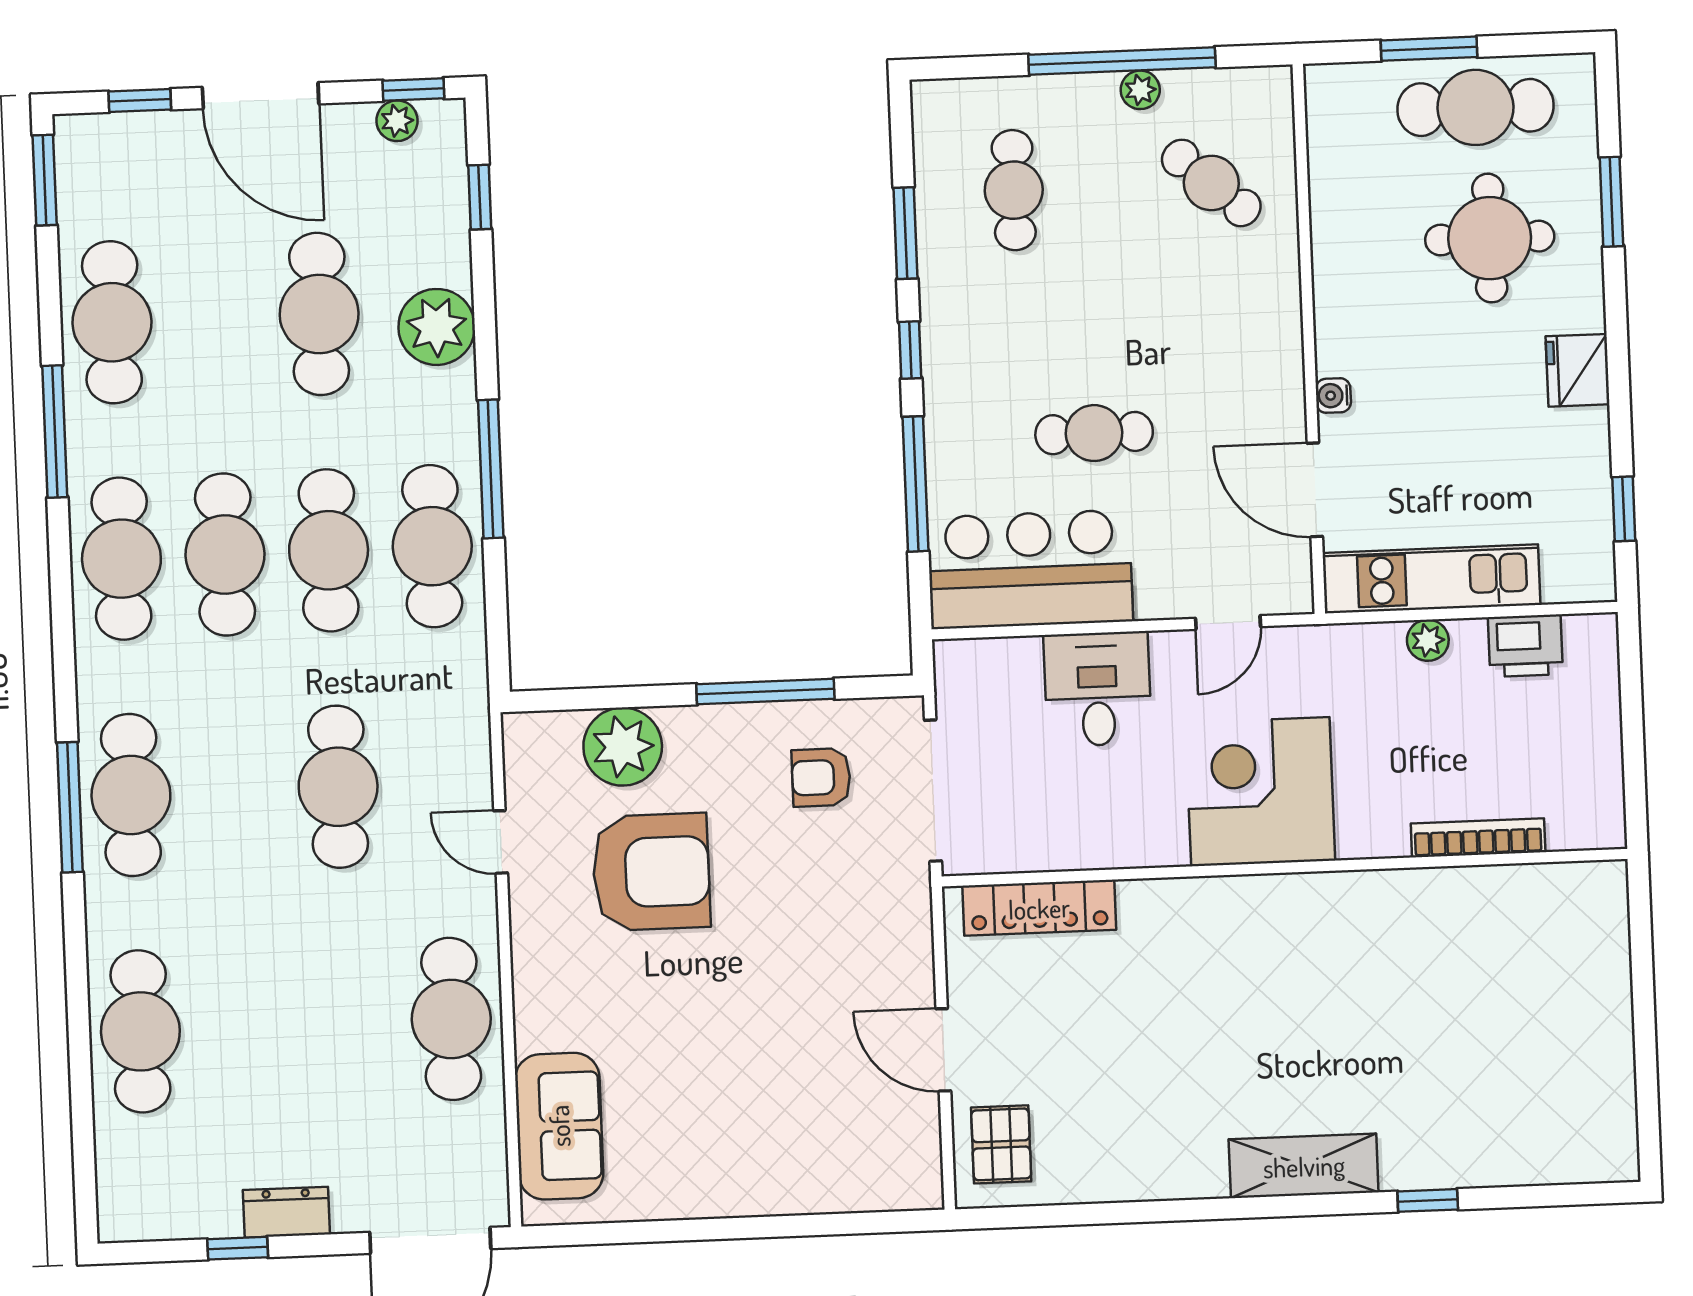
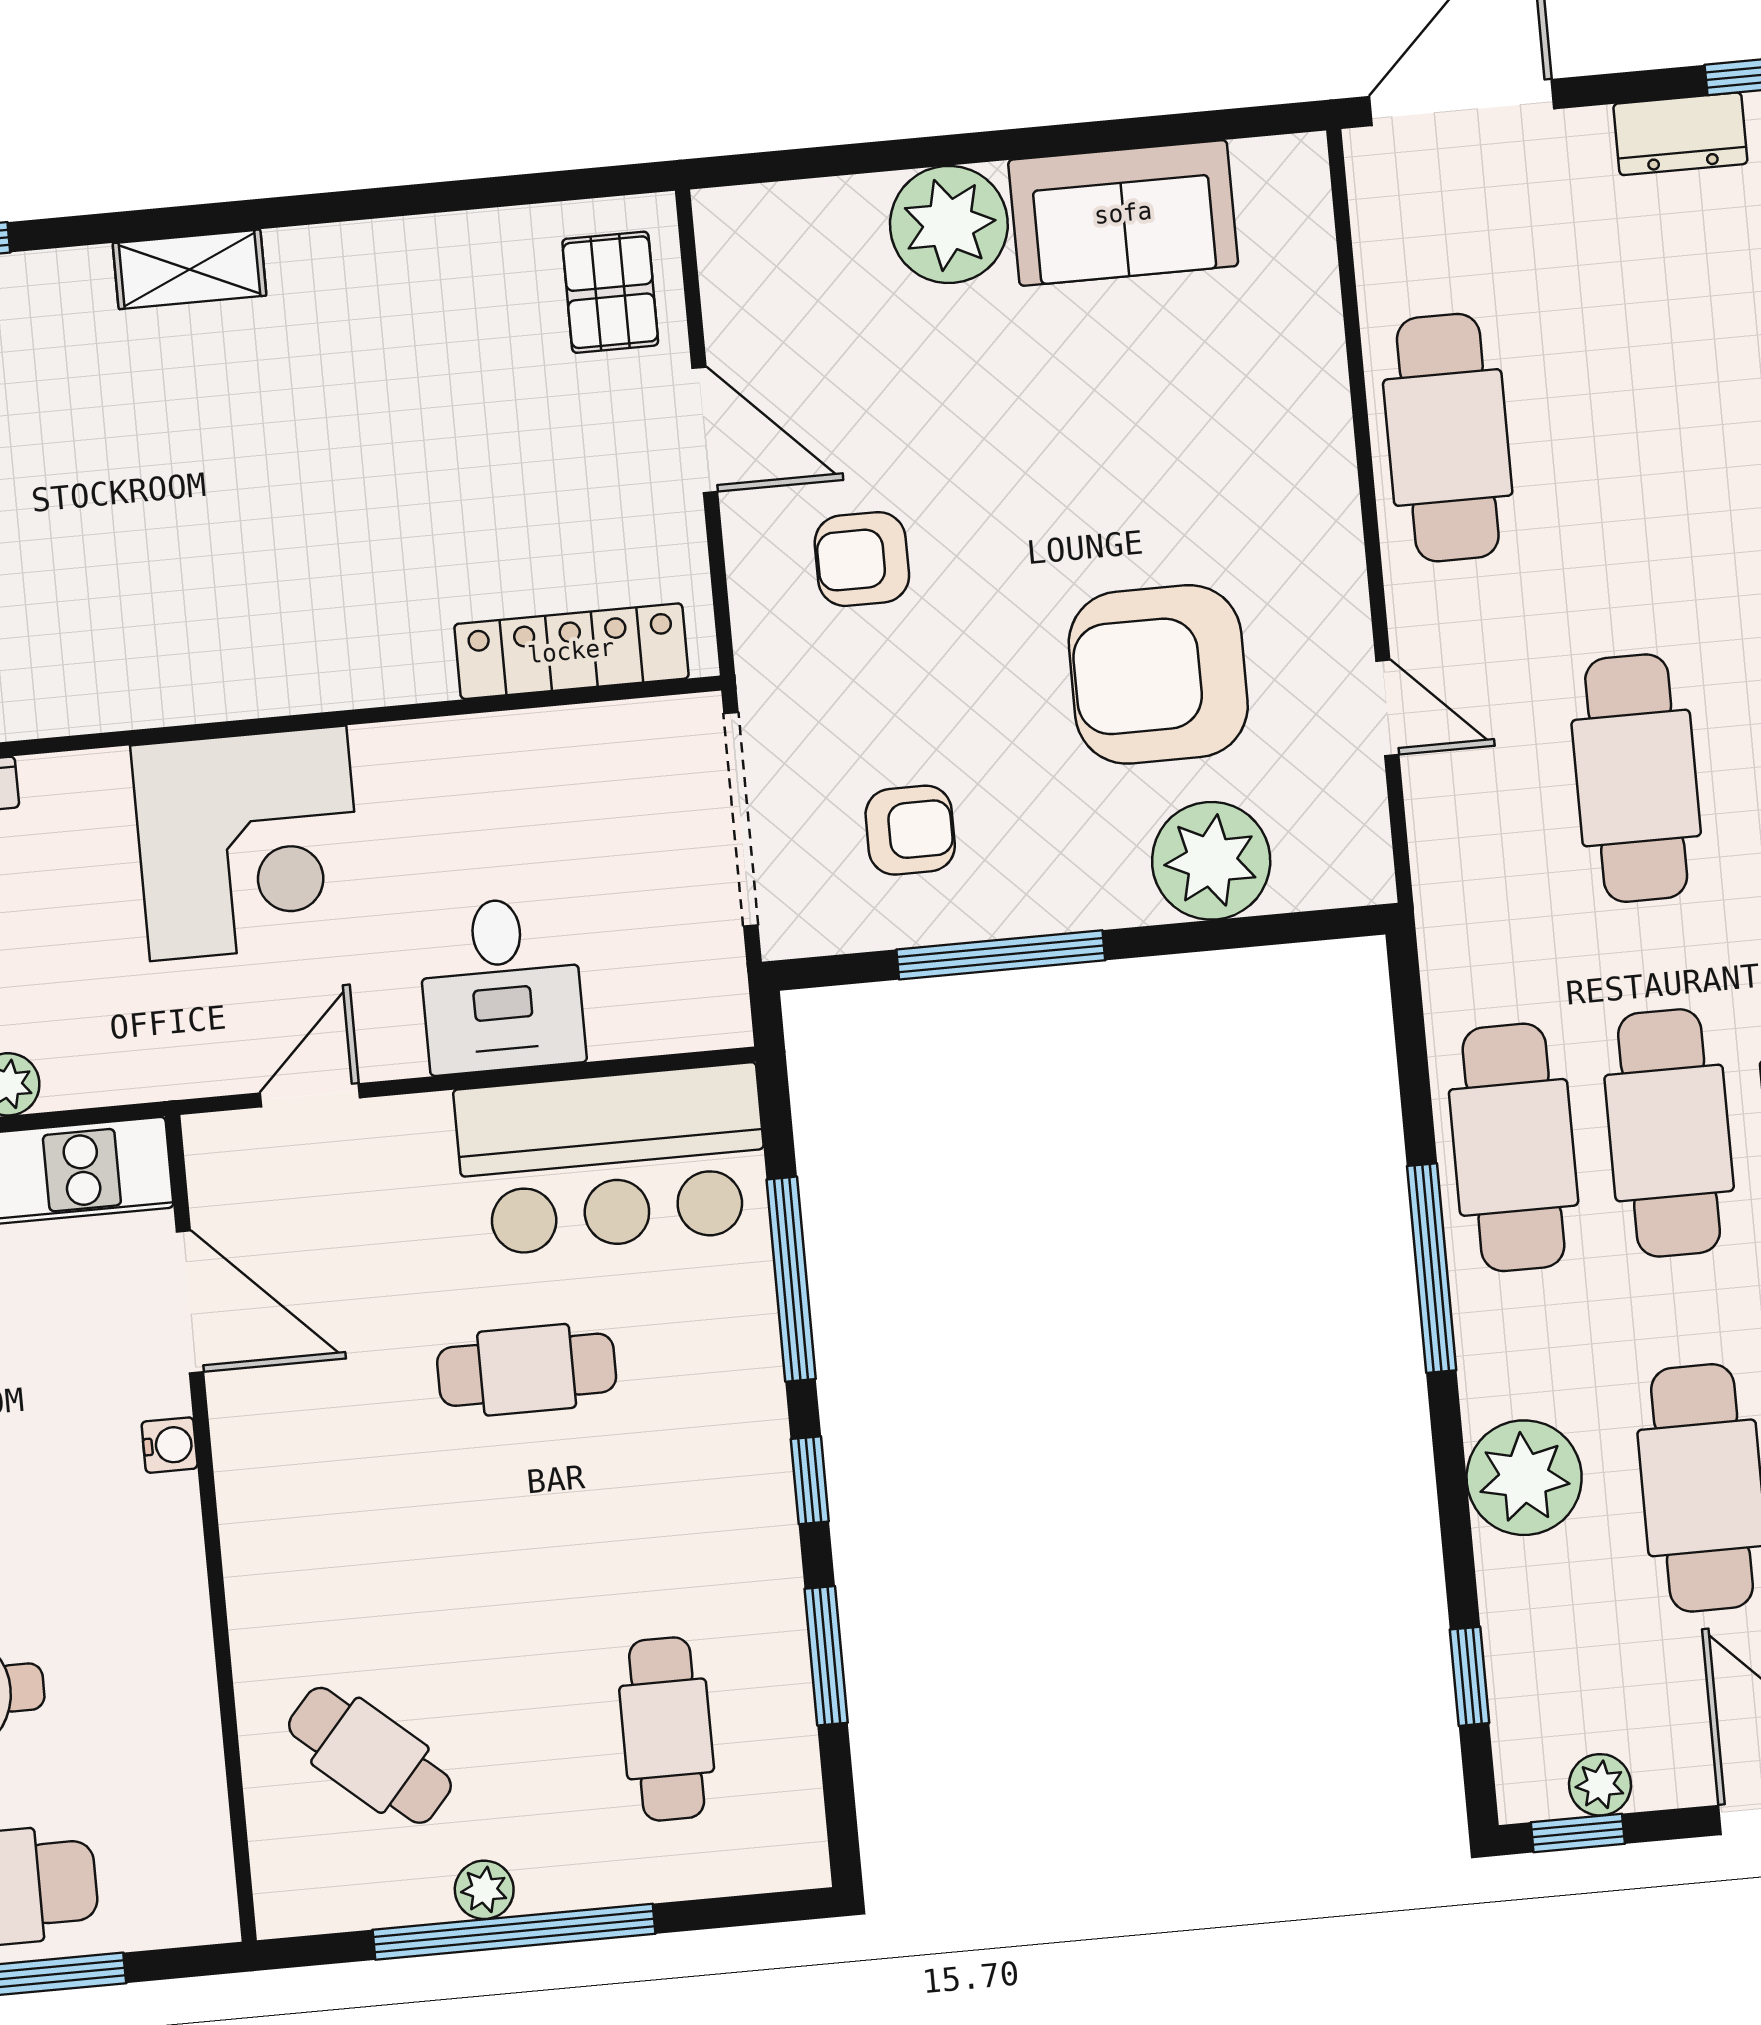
armchair: (844, 959) -> (862, 559), added
sofa: (559, 1126) -> (1123, 213), moved, turned -90
shelving: (1304, 1166) -> (189, 269), width x0.67, depth x0.75
plant: (774, 1177) -> (949, 224), added

